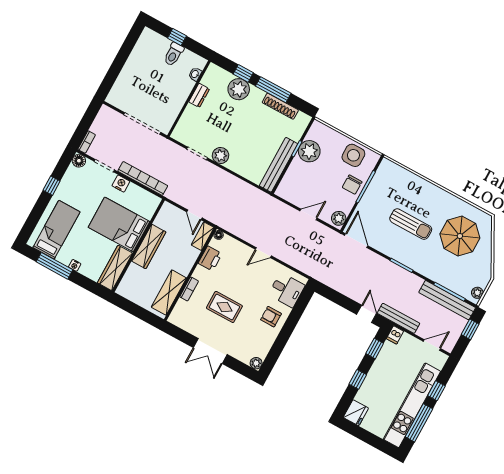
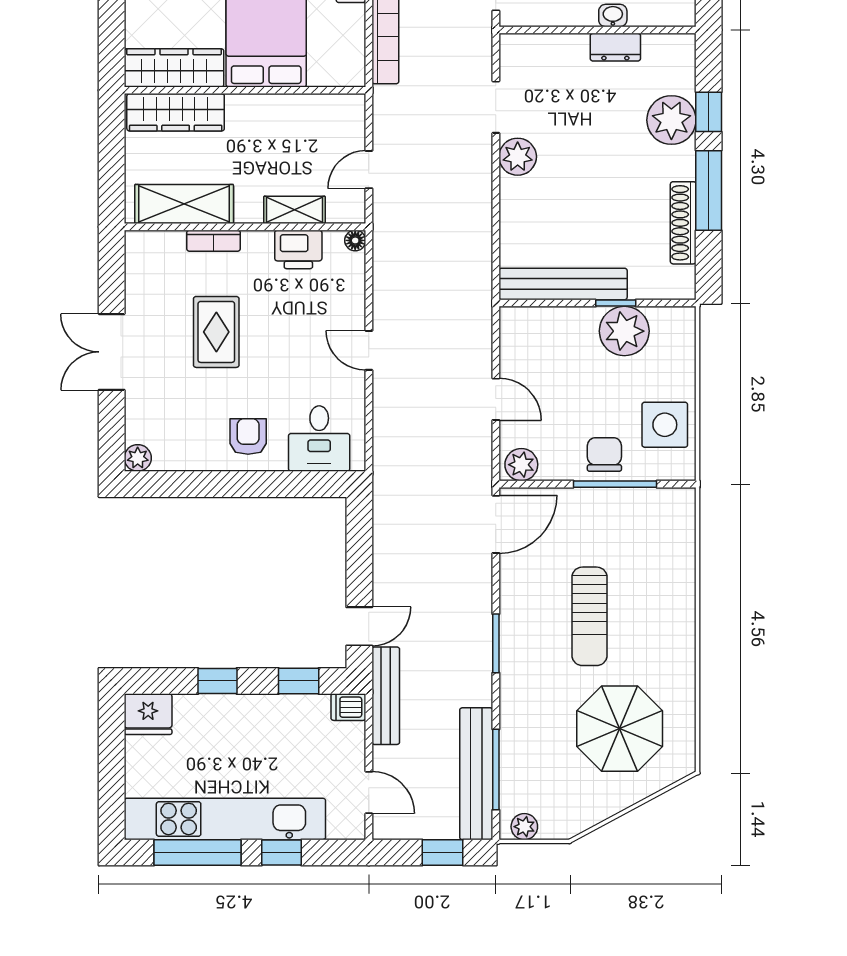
washbasin: (195, 74) -> (613, 16), moved
chair: (352, 185) -> (604, 454), turned 90
shelving: (203, 236) -> (294, 210), moved
wardrobe: (149, 246) -> (176, 112), moved

